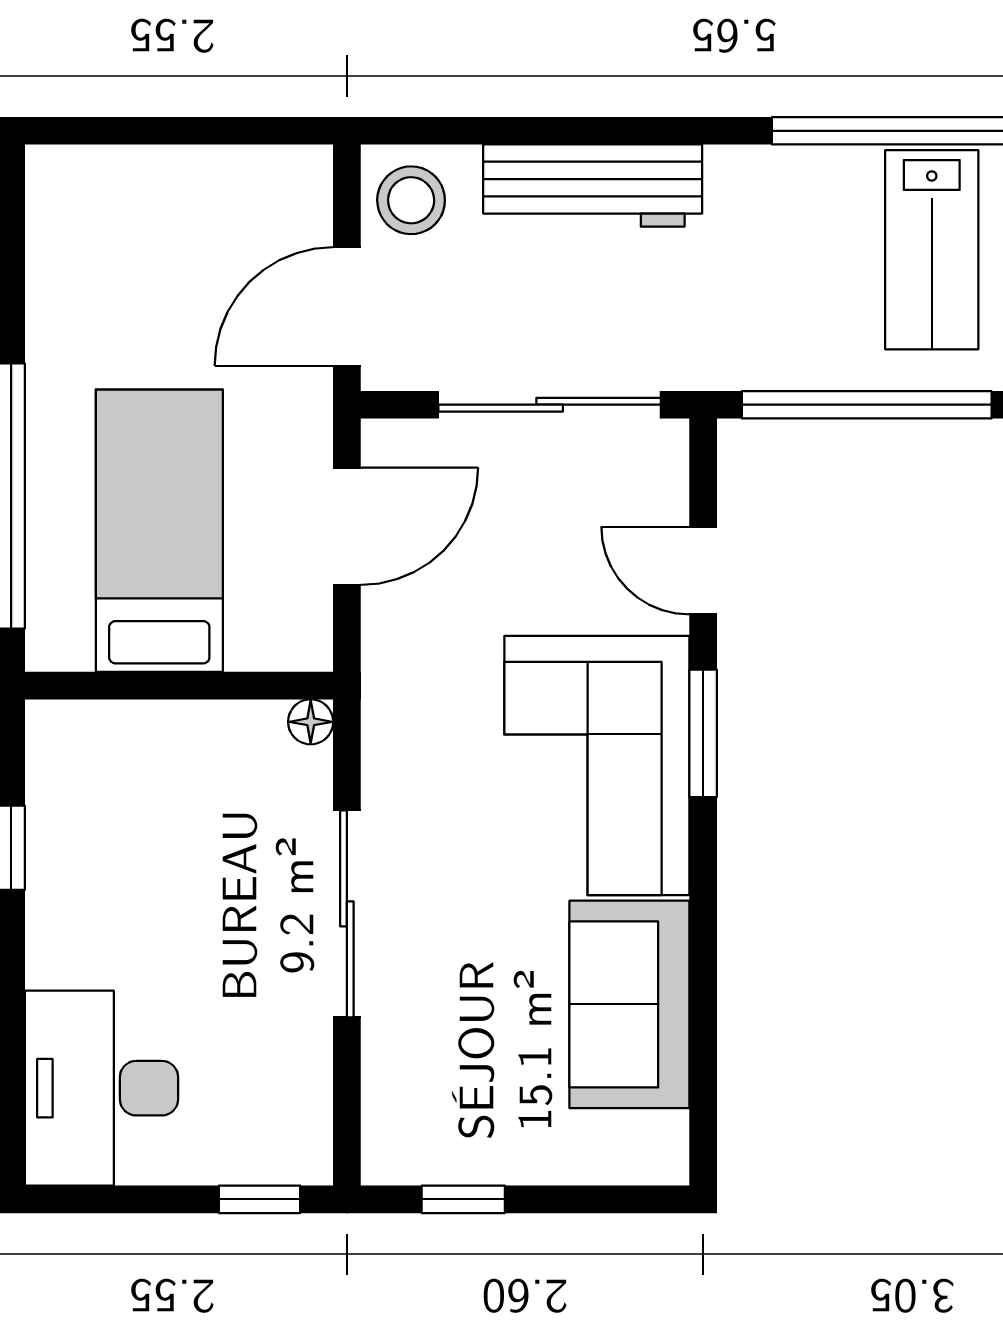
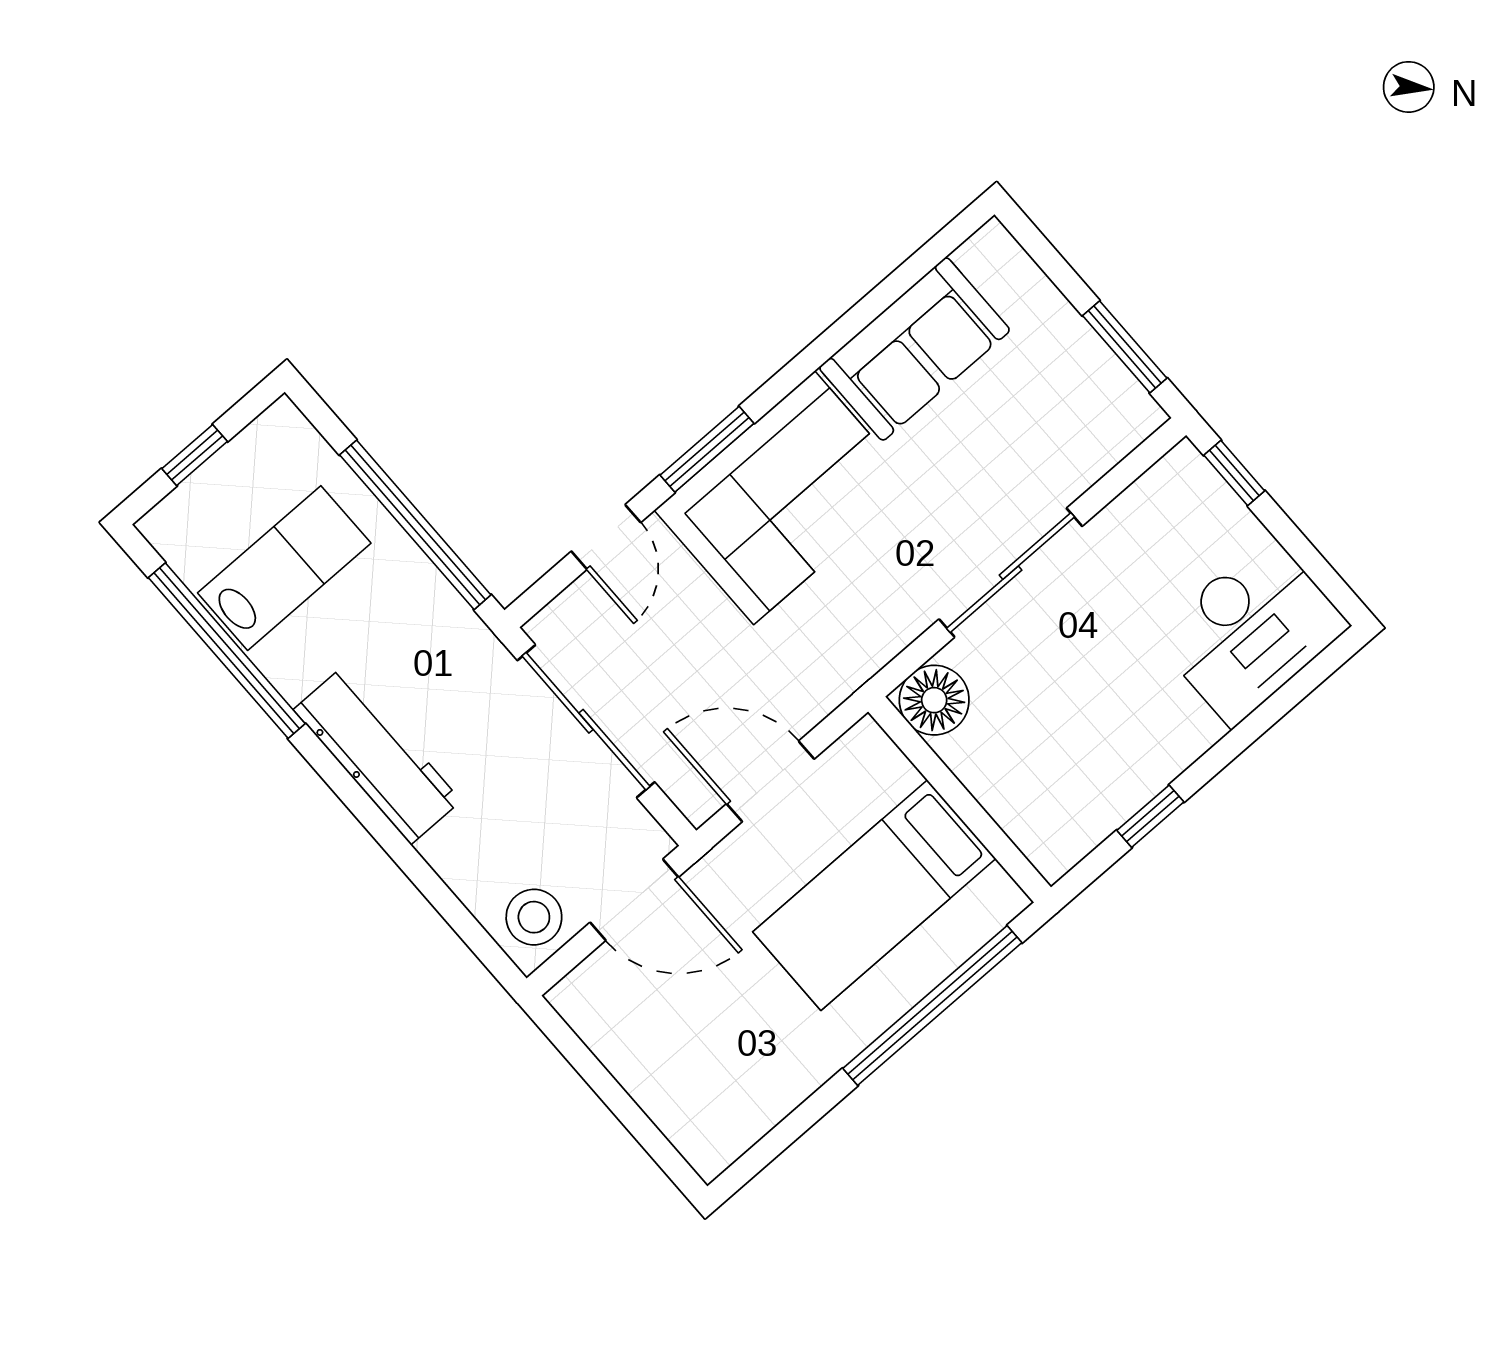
workbench: (593, 186) -> (377, 755), moved
floor lamp: (311, 722) -> (934, 700), width x1.89, depth x1.89
window: (463, 1199) -> (1125, 347), width x1.50

